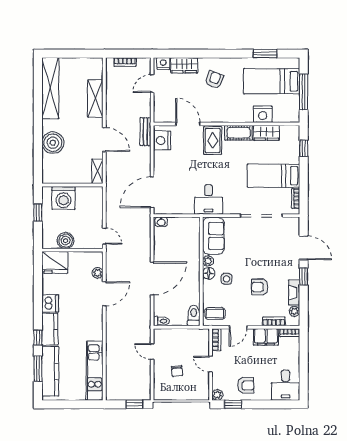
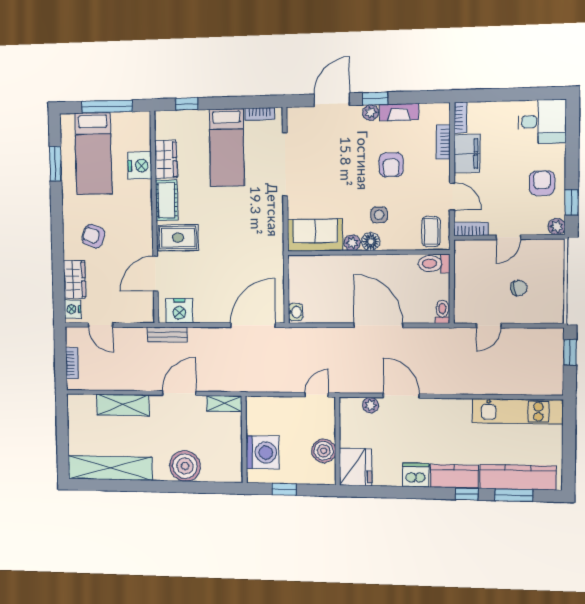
door: (152, 192) -> (253, 325), swing flipped
desk: (209, 199) -> (262, 243), removed
plant: (294, 311) -> (370, 113), moved

